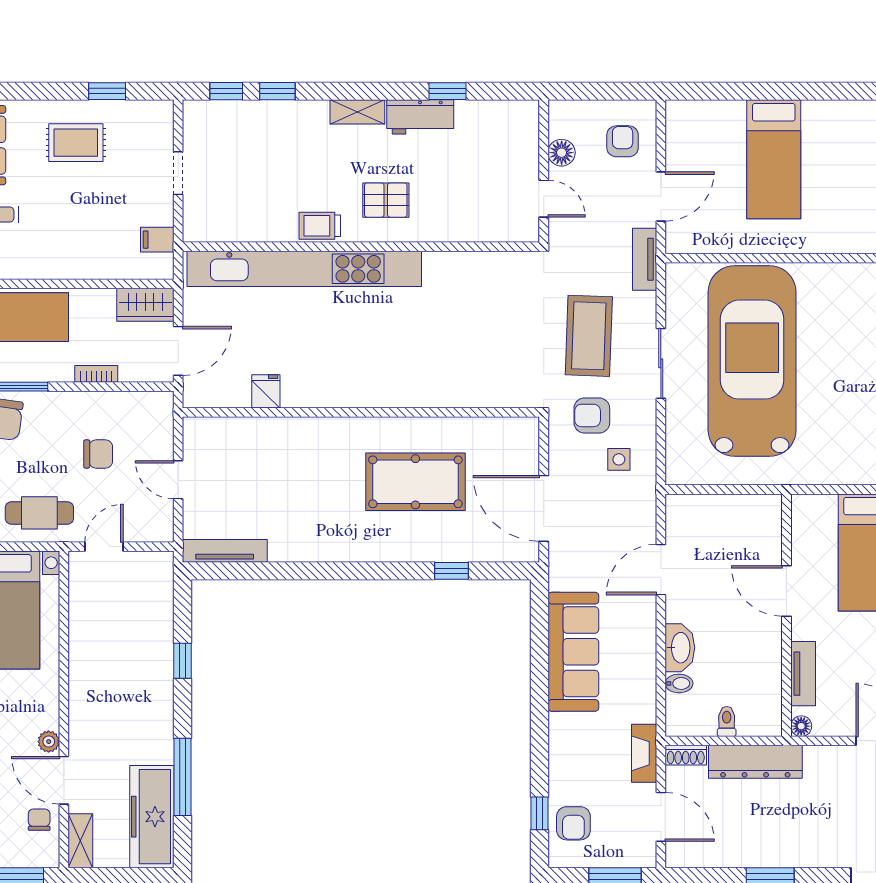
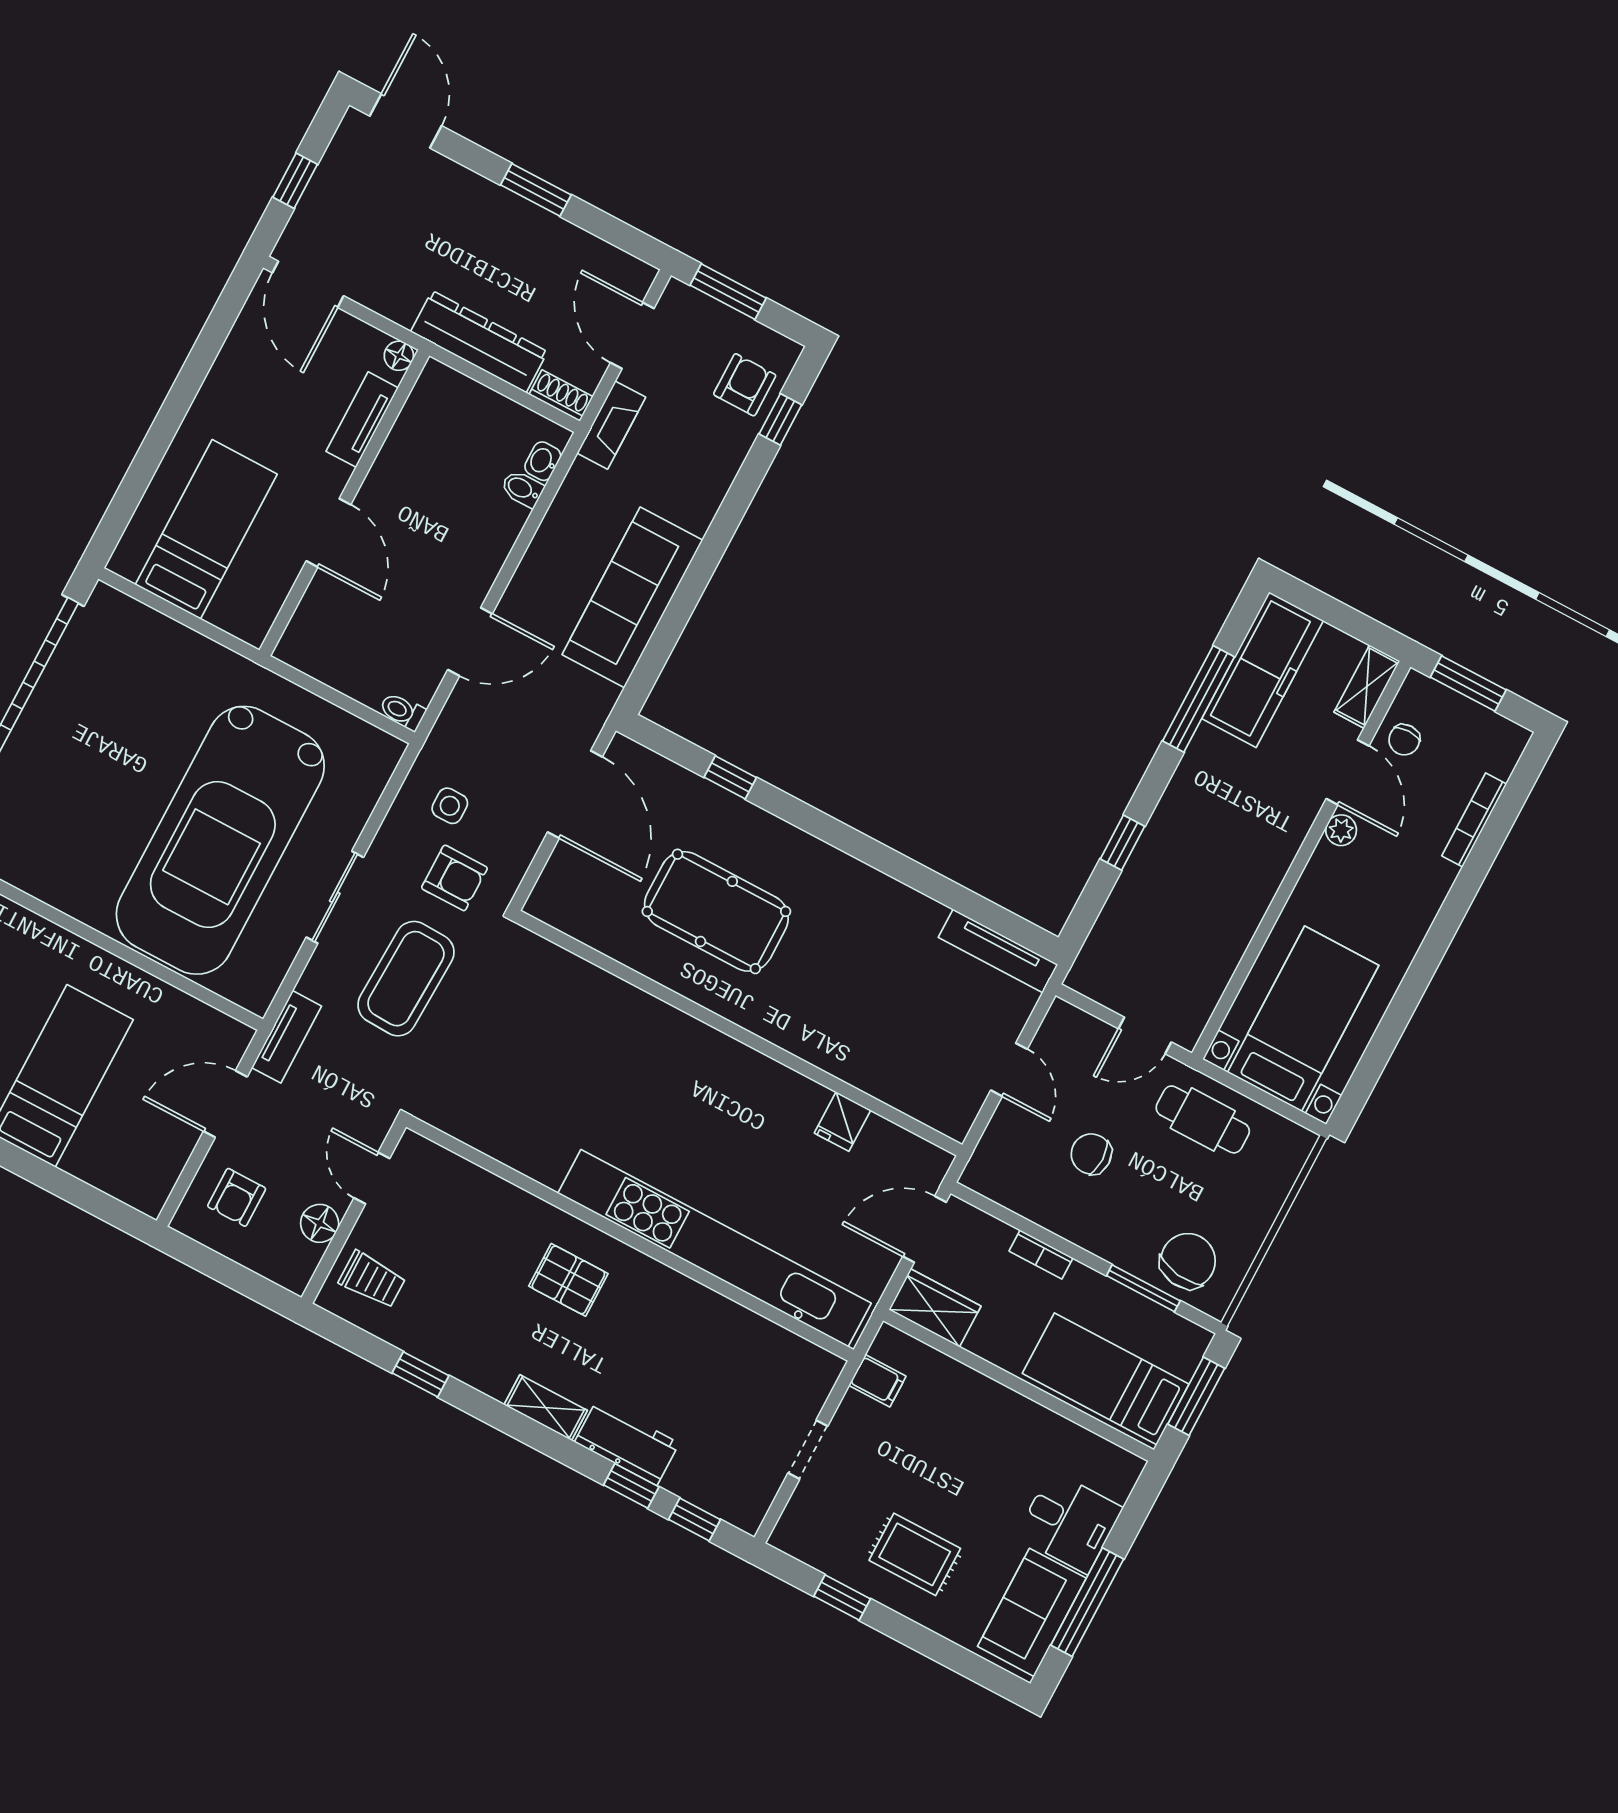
workbench: (420, 117) -> (627, 1443), moved
trolley: (320, 226) -> (372, 1280), moved
washbasin: (680, 648) -> (543, 461), moved, width x0.52, depth x0.69
toilet: (727, 721) -> (402, 711), moved, turned 90

